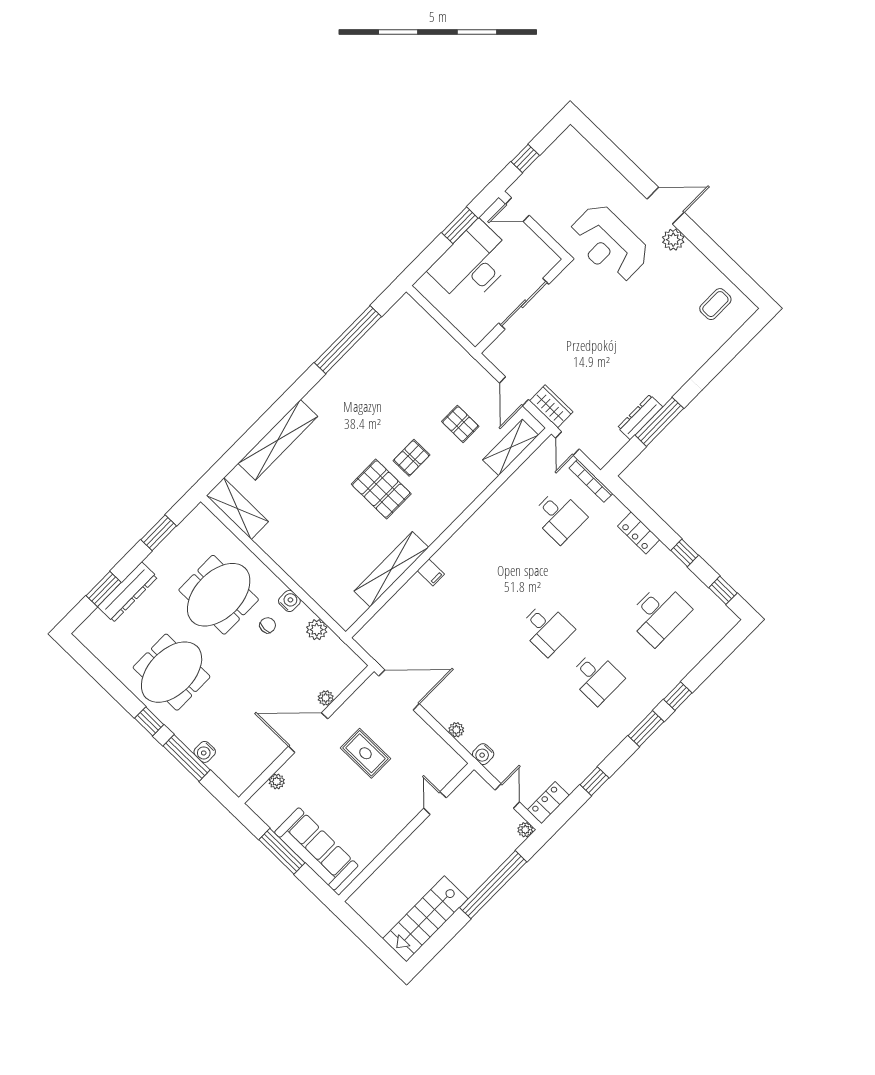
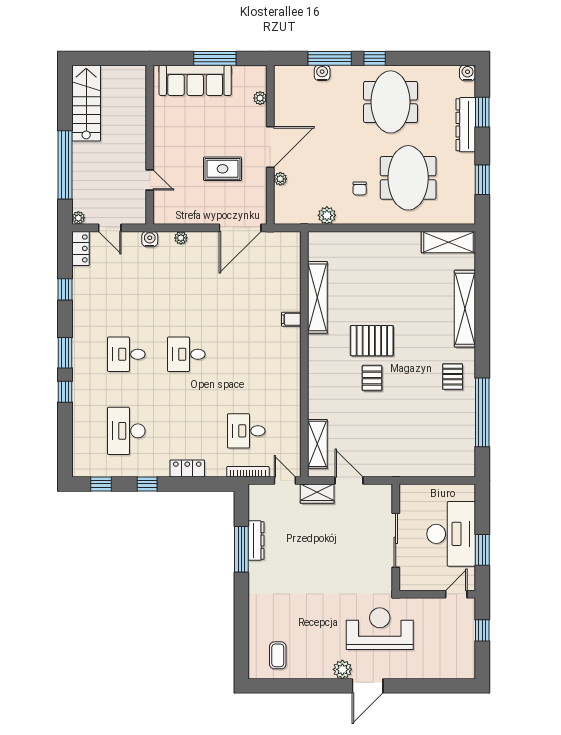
pallet: (460, 424) -> (453, 377), moved, turned 90
water cooler: (289, 601) -> (468, 73), moved, turned 180

